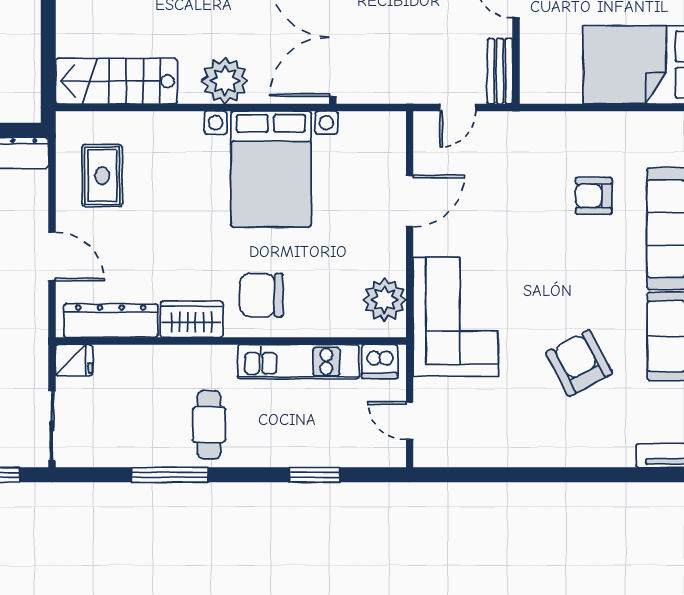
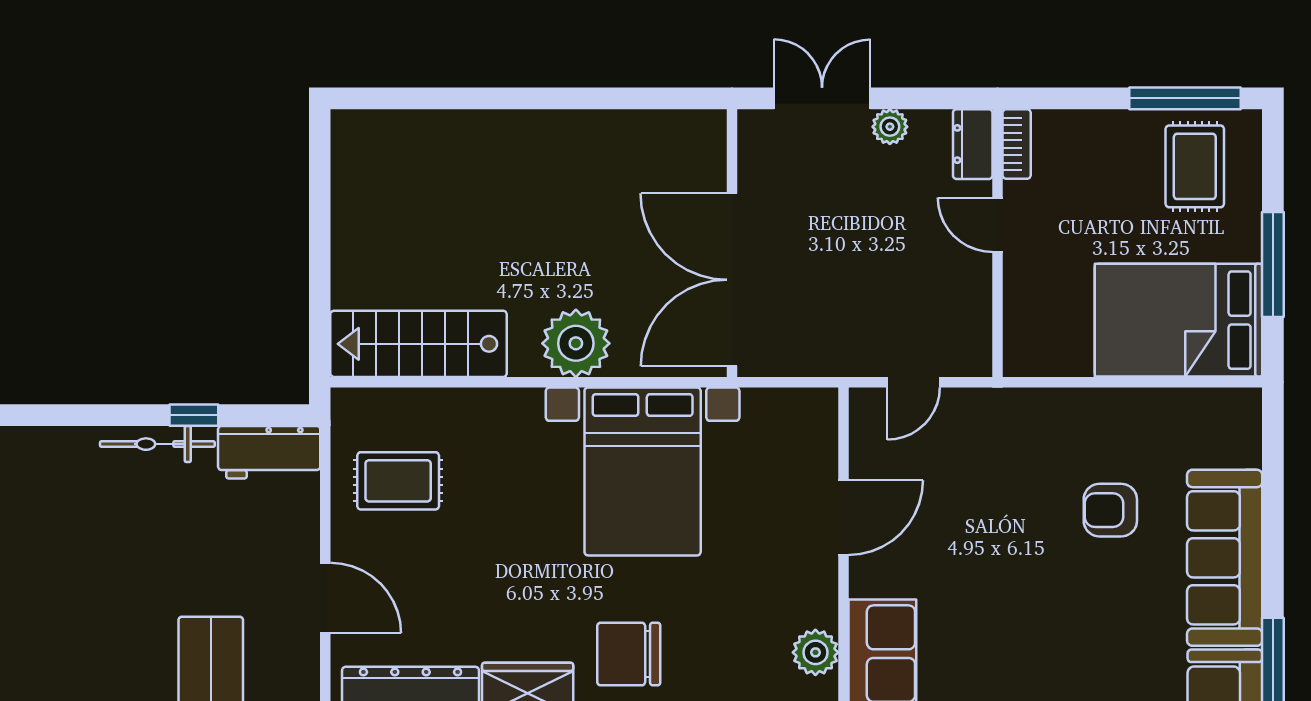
bench: (500, 71) -> (974, 329), removed
rug: (102, 176) -> (398, 481), turned 90
plant: (385, 300) -> (815, 652), width x0.73, depth x0.73

